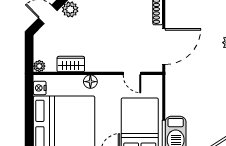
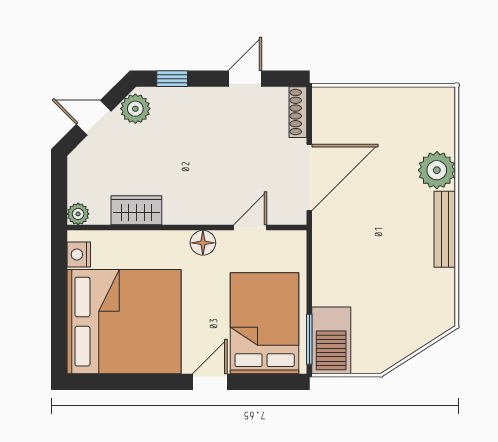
door: (132, 73) -> (250, 227), swing flipped
floor lamp: (90, 82) -> (203, 243), moved

